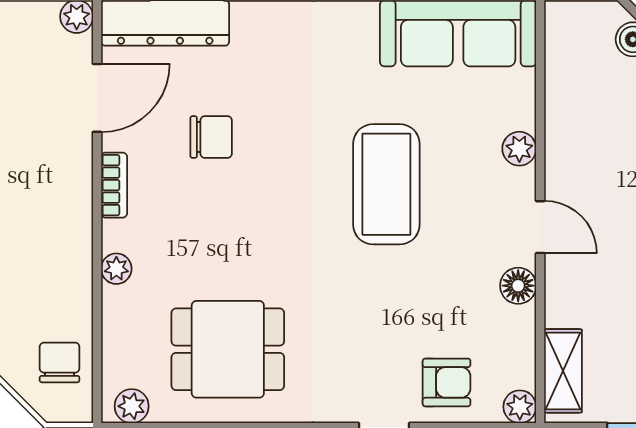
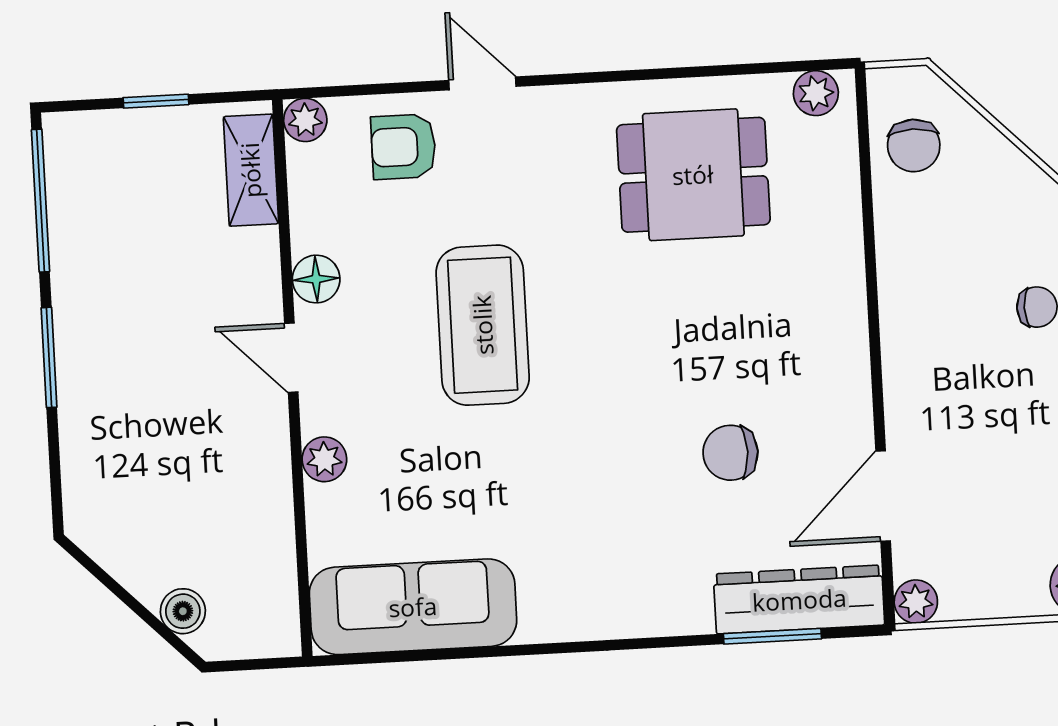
coffee table: (386, 184) -> (483, 325), moved
bookcase: (114, 185) -> (855, 383), removed
plant: (116, 269) -> (846, 273), removed

